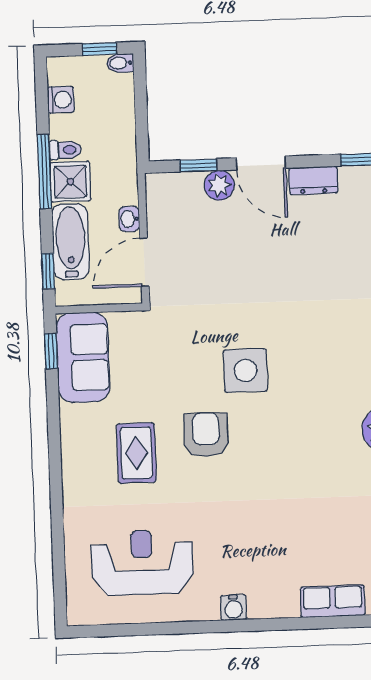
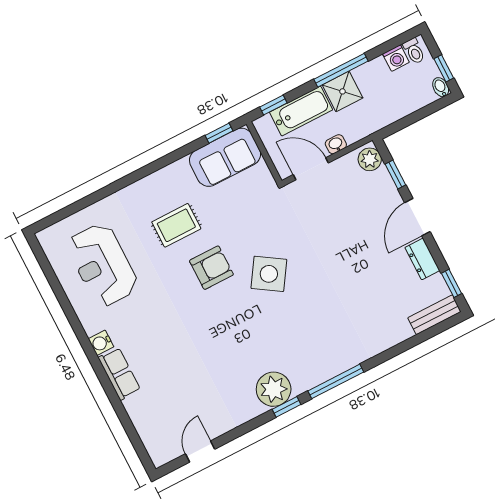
toilet: (65, 150) -> (414, 51), moved
plant: (219, 185) -> (370, 159), moved
side table: (245, 370) -> (269, 274), turned 33
reception desk: (142, 563) -> (102, 265), turned 180
row of seats: (333, 601) -> (119, 374), moved

